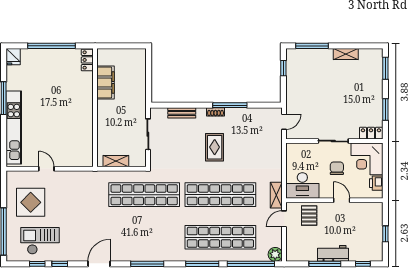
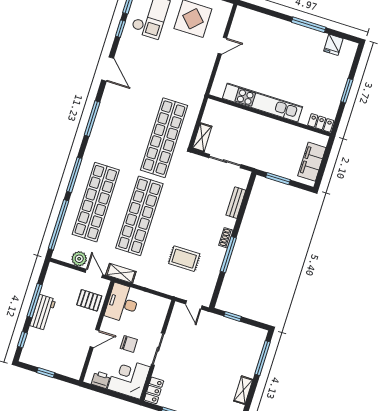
window: (52, 46) -> (347, 91), width x0.47
fridge: (13, 57) -> (333, 45), moved, turned -90
window: (283, 68) -> (233, 316), moved
window: (149, 82) -> (278, 179), added
filing cabinet: (105, 83) -> (312, 162), moved, turned 90
kitchen unit: (14, 127) -> (262, 103), moved, turned 180
rug: (215, 147) -> (184, 259), moved
shelving: (116, 161) -> (202, 137), moved
plant: (275, 254) -> (79, 259), moved

